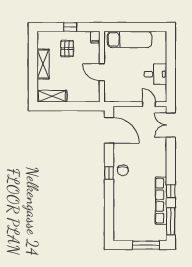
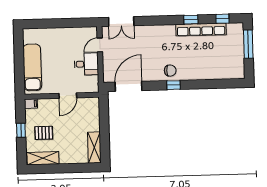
shelving: (43, 64) -> (43, 158), moved
desk: (155, 74) -> (86, 64), moved, turned 90
window: (171, 221) -> (222, 19), width x0.46

